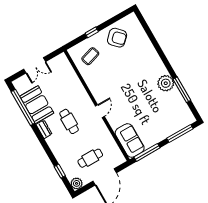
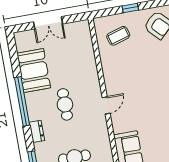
window: (23, 107) -> (22, 101), moved
dresser: (44, 129) -> (37, 131), moved

